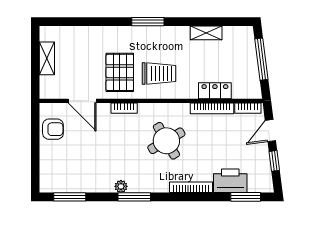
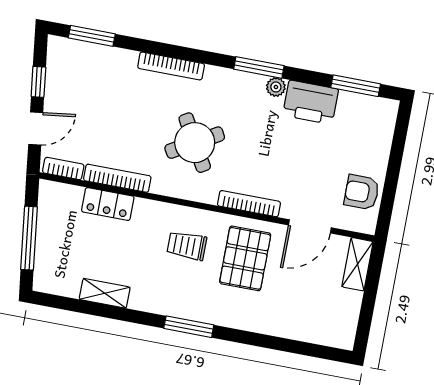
shelving: (47, 58) -> (358, 264), moved
trolley: (159, 74) -> (187, 246), width x0.73, depth x0.72
door: (82, 101) -> (310, 226), swing flipped
bookcase: (124, 108) -> (249, 204), width x1.56
printer: (230, 181) -> (311, 102), moved

